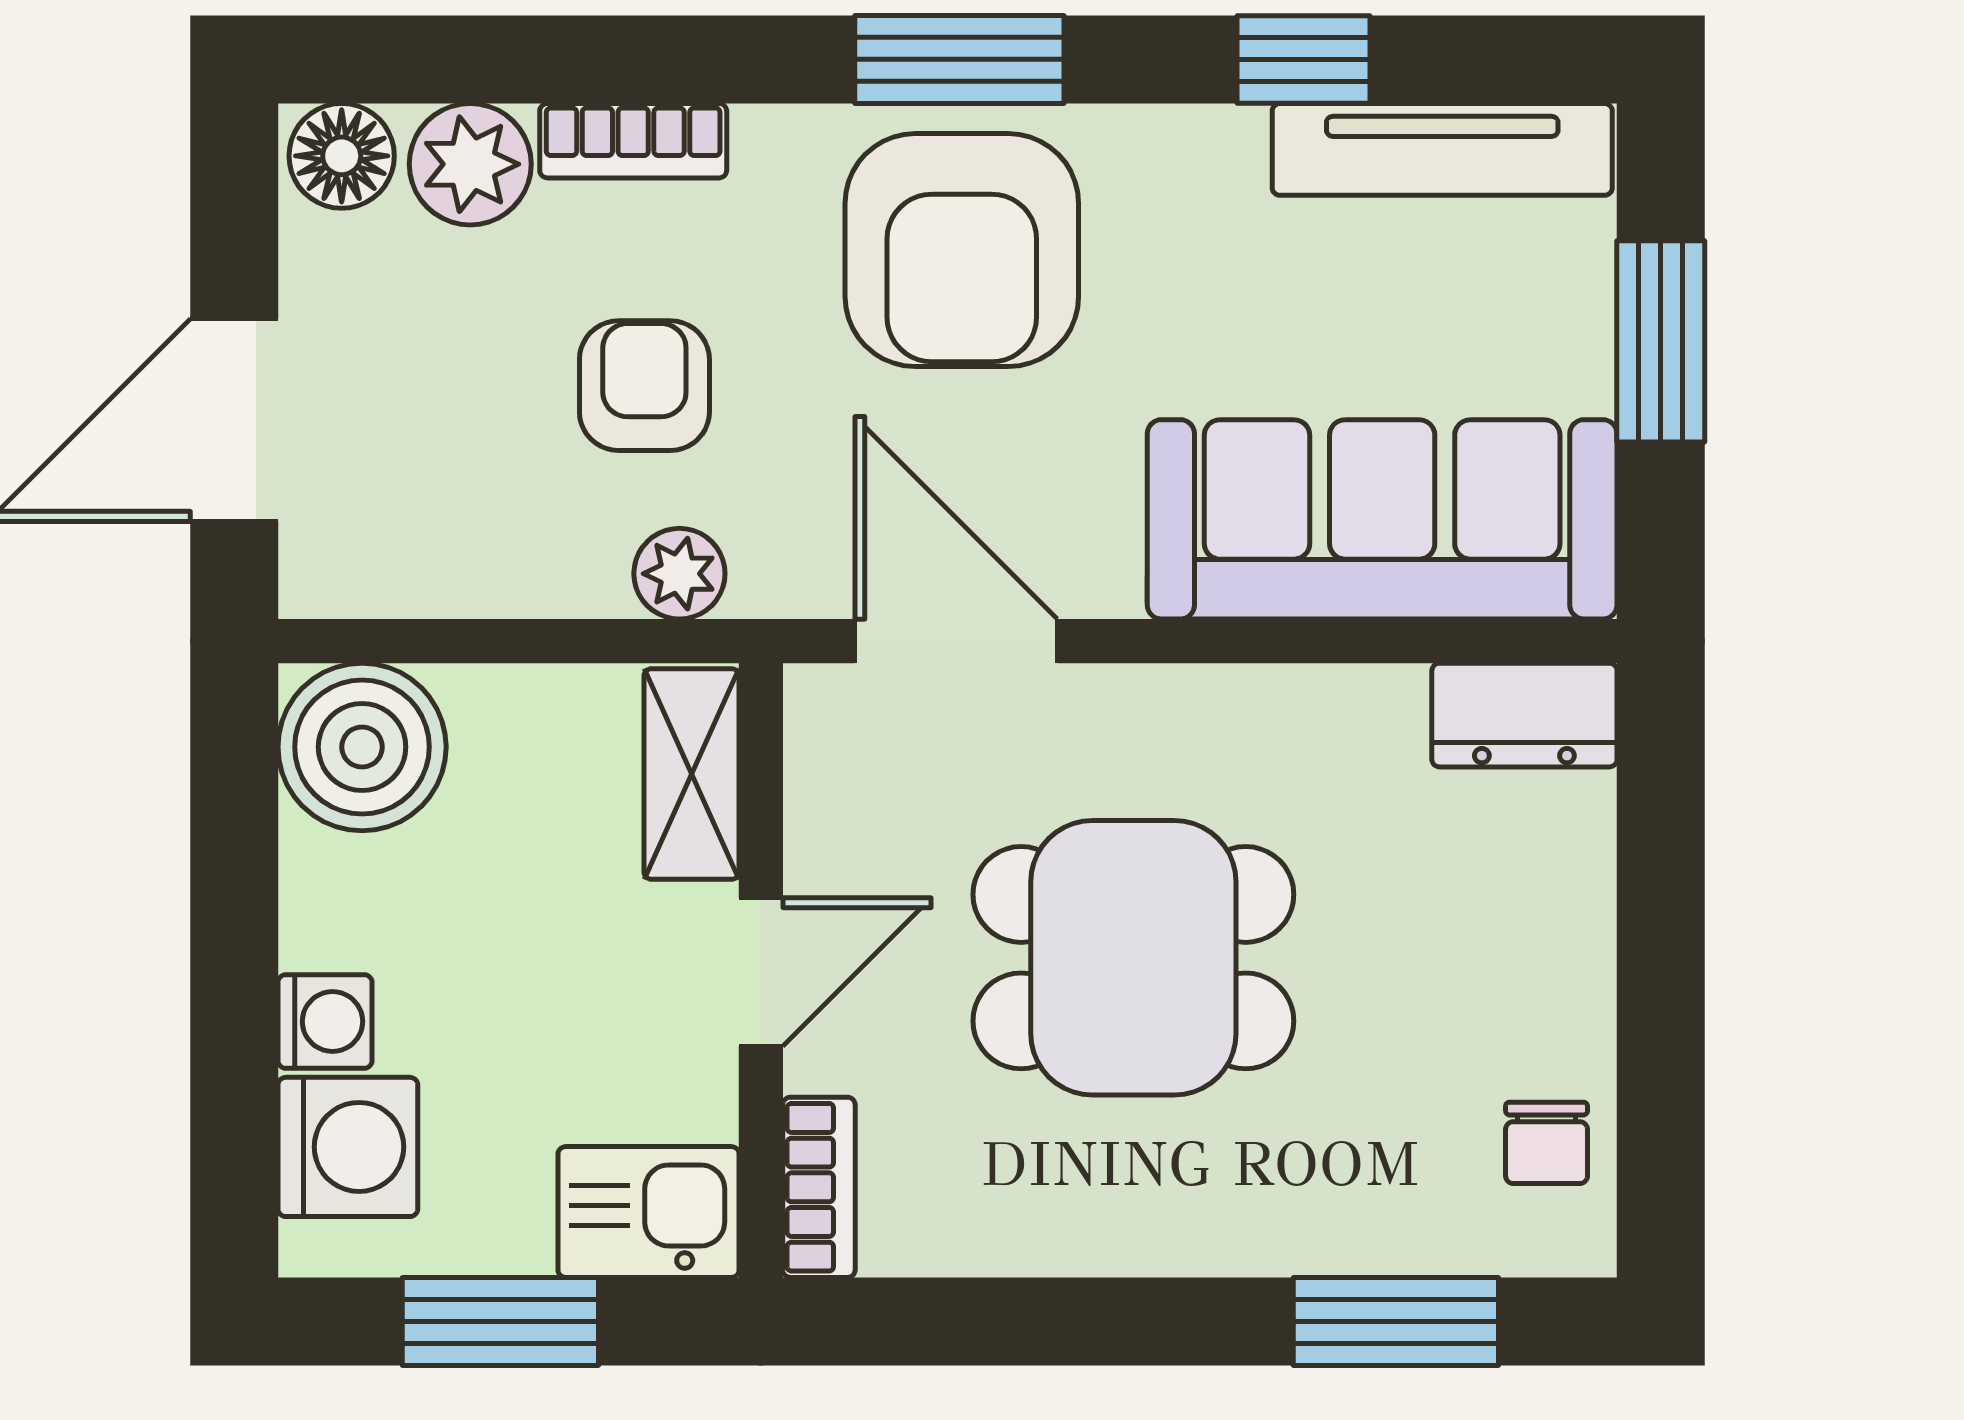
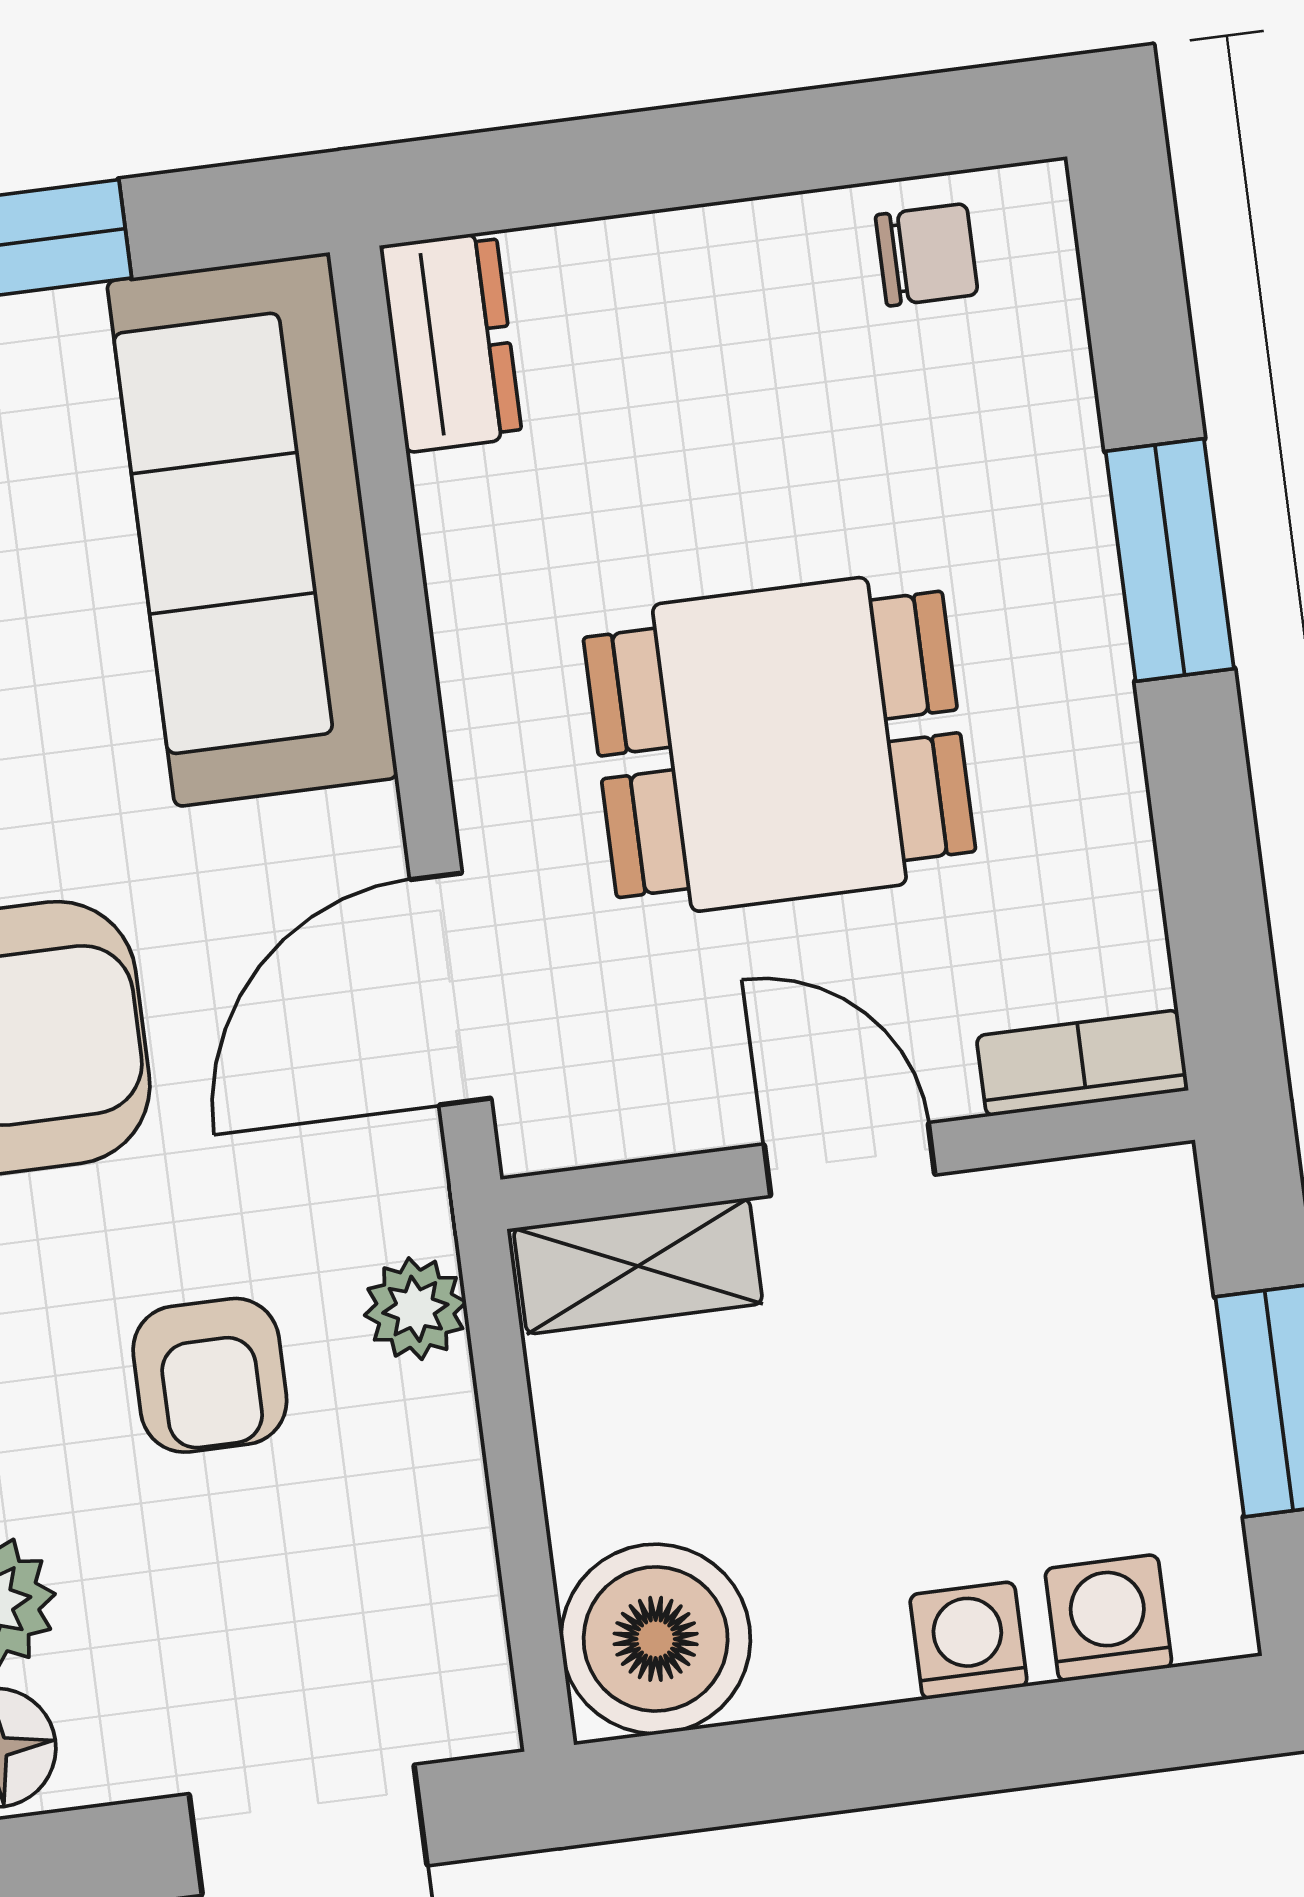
armchair: (644, 386) -> (210, 1375), turned -90
dining table: (1133, 958) -> (779, 744), turned 90
washing machine: (348, 1147) -> (1108, 1618), width x0.73, depth x0.73
kitchen sink: (649, 1212) -> (1135, 1250), removed
window: (1396, 1321) -> (1170, 560), moved

